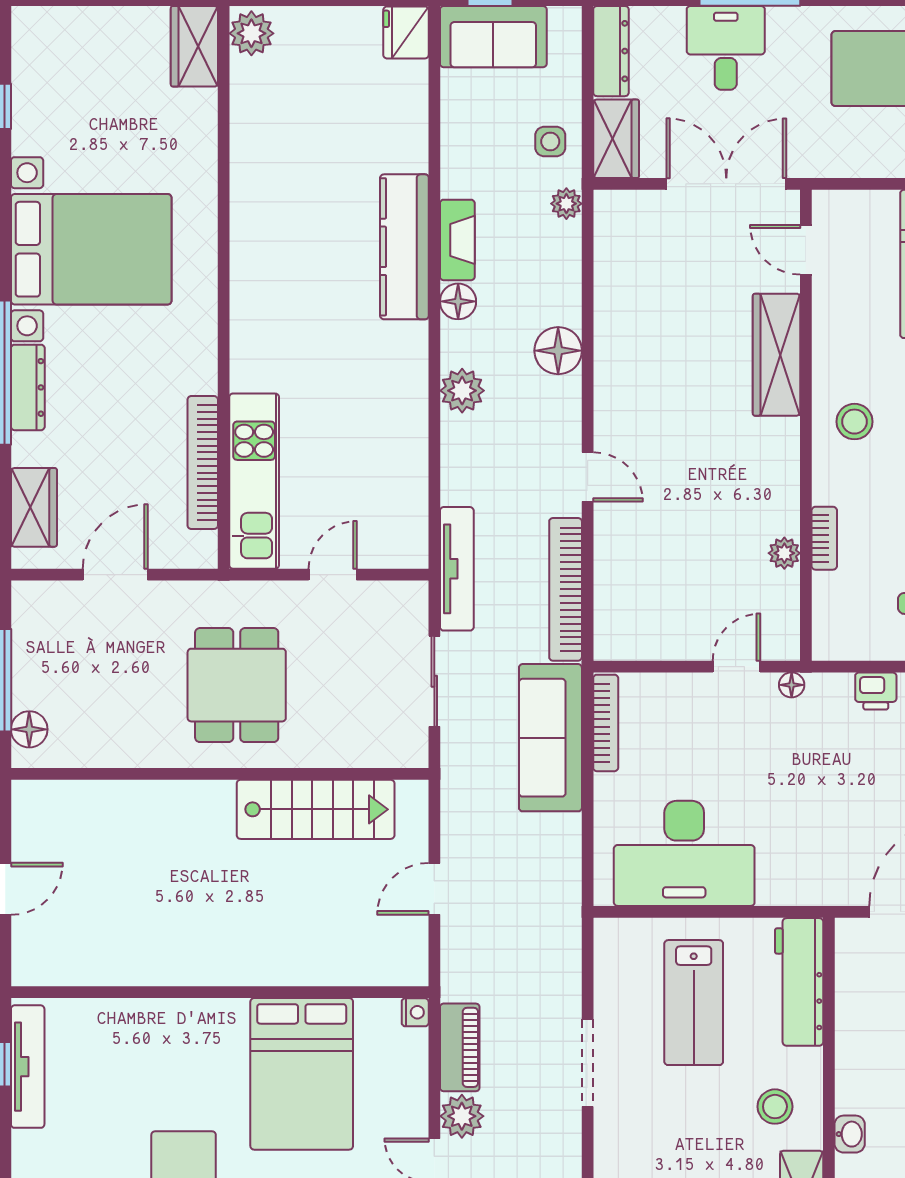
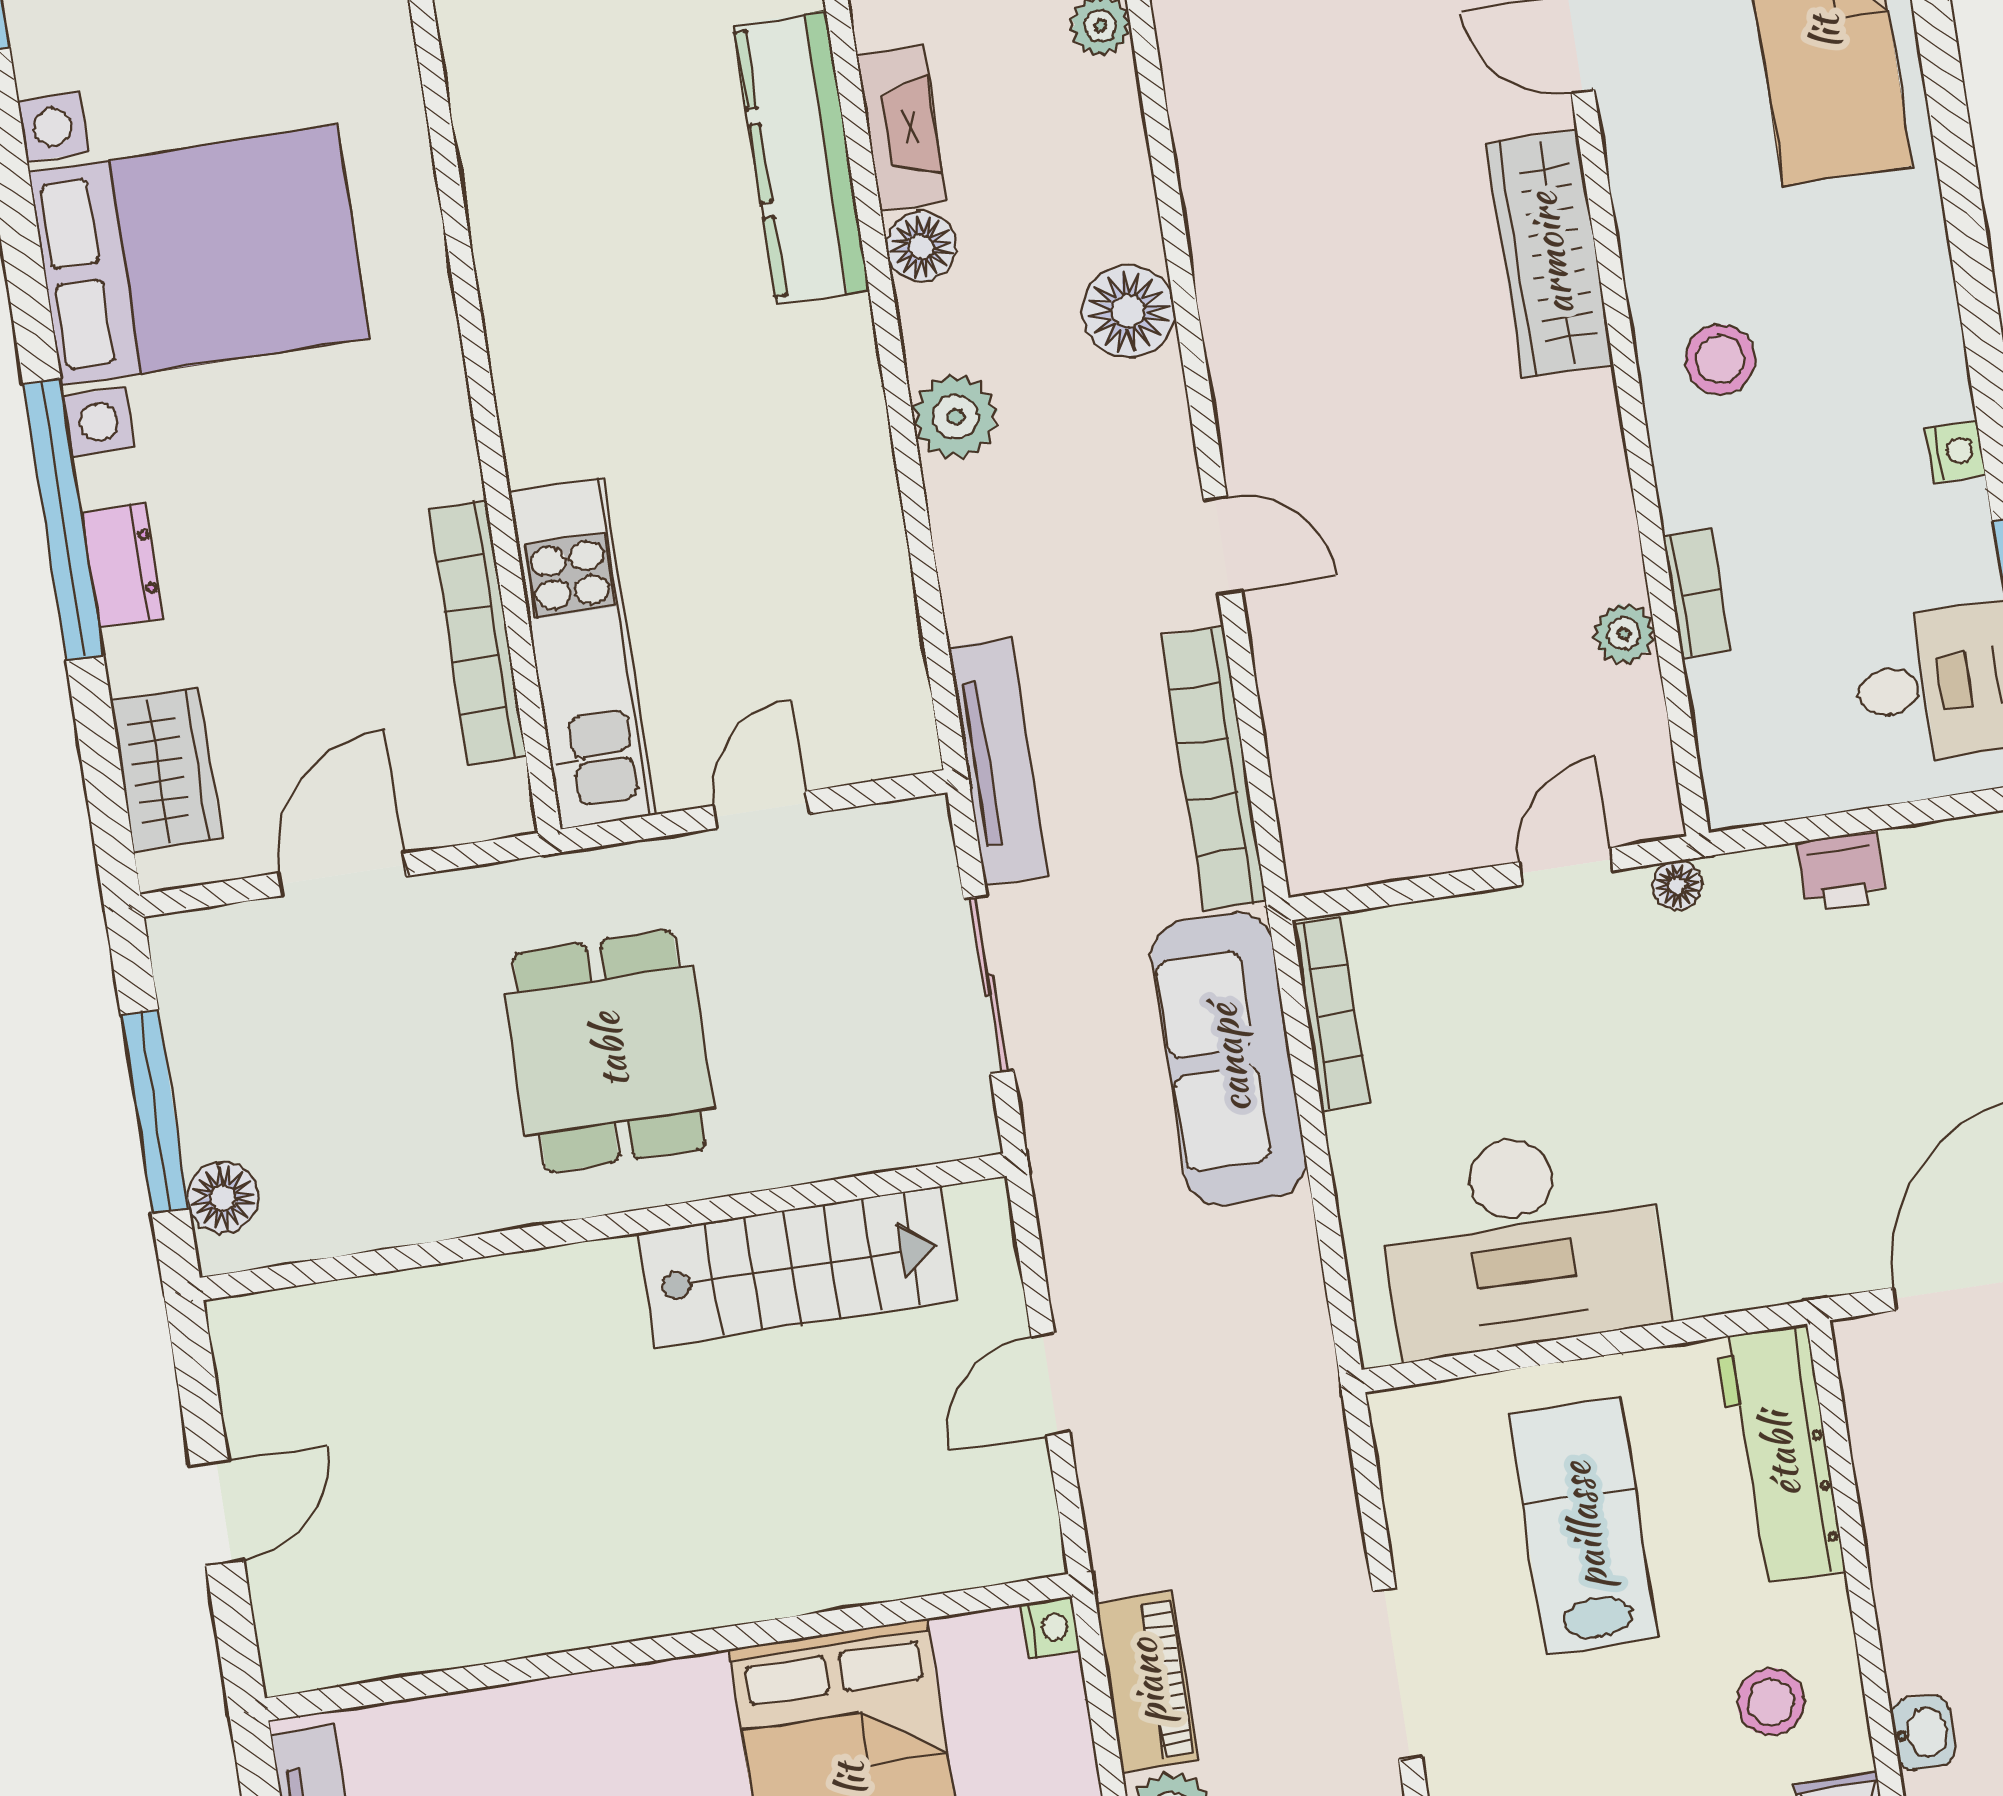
dresser: (28, 387) -> (122, 565), width x0.70
lab bench: (694, 1003) -> (1584, 1526), turned 180

